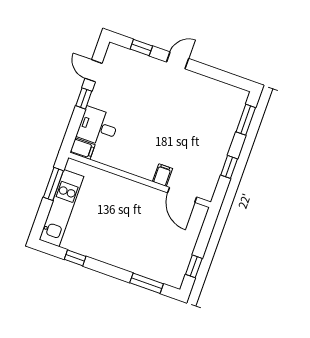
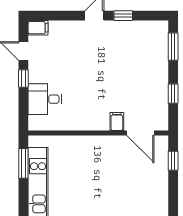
window: (141, 48) -> (123, 16), moved
filing cabinet: (82, 149) -> (38, 28), moved
window: (194, 266) -> (173, 161), moved

